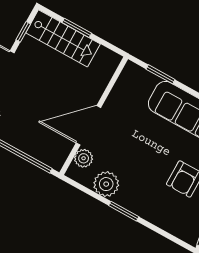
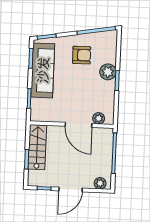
stairs: (63, 38) -> (37, 147), moved
plant: (106, 184) -> (108, 72), moved

